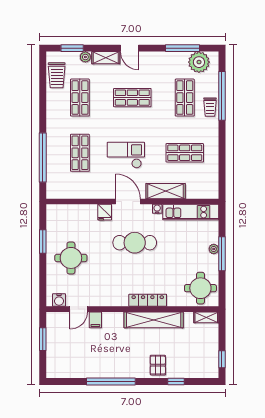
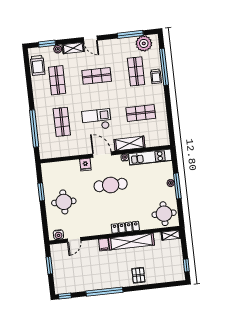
filing cabinet: (95, 320) -> (104, 245), moved
window: (176, 381) -> (65, 296), moved

